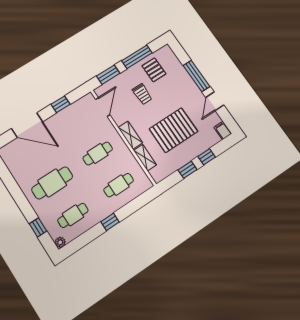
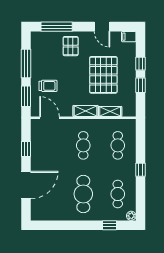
pallet: (154, 70) -> (71, 46), moved, turned 90
window: (197, 76) -> (57, 27), moved
trolley: (142, 94) -> (48, 86), moved

